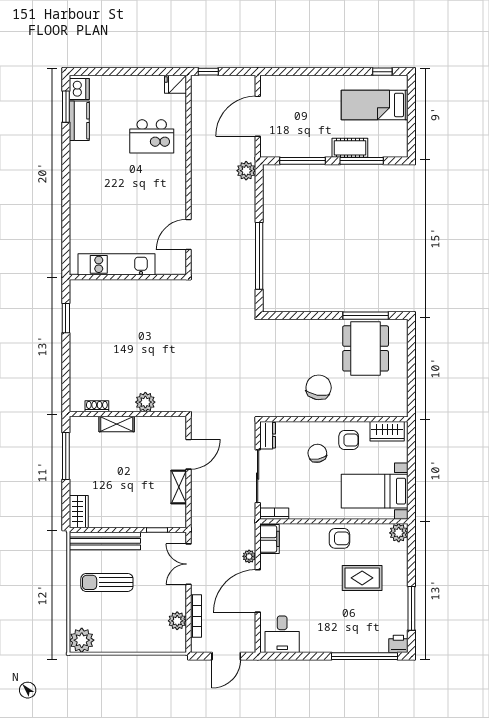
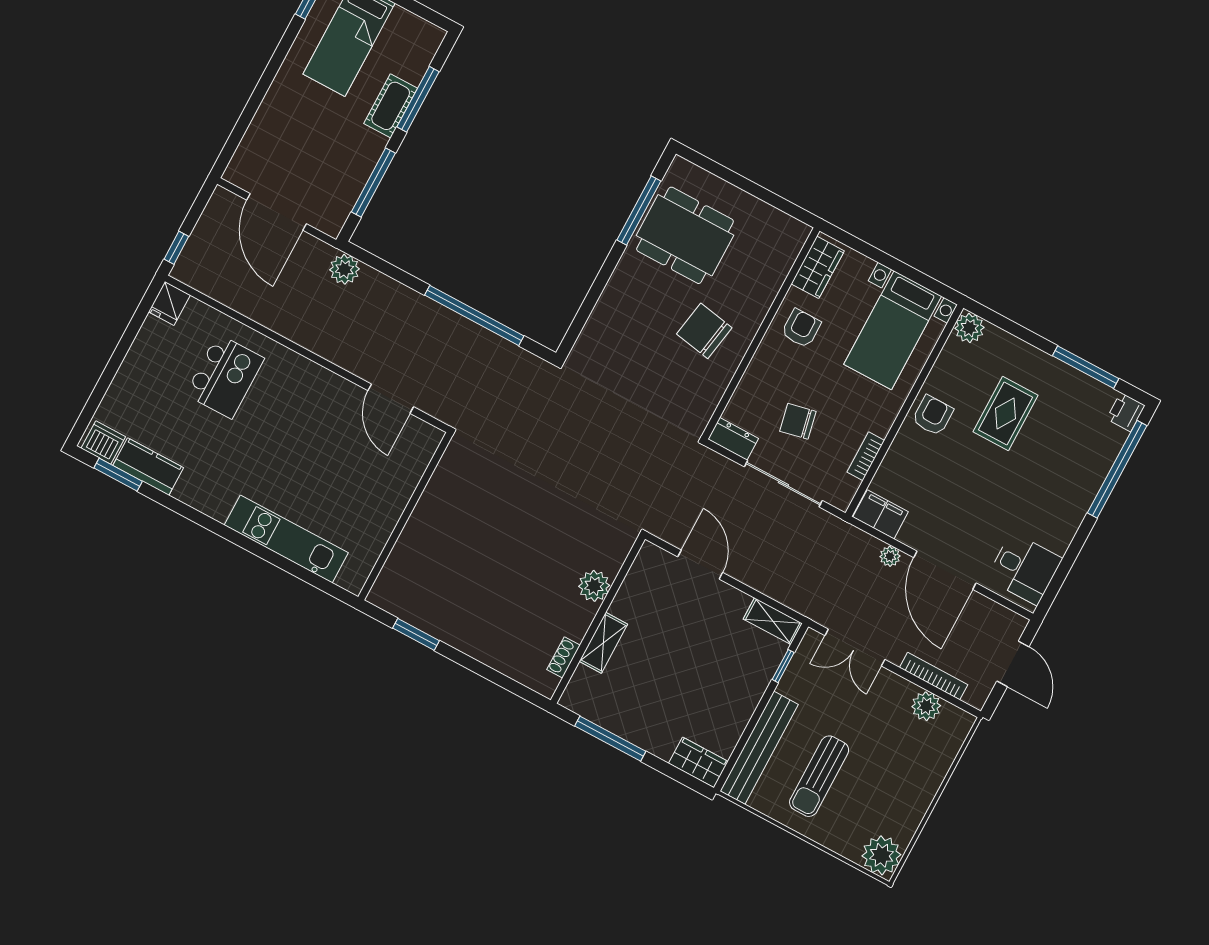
kitchen unit: (116, 264) -> (286, 539), moved, turned 90
chair: (317, 453) -> (798, 421), moved
shelving: (179, 487) -> (773, 621), moved
bookcase: (274, 514) -> (866, 456), moved

